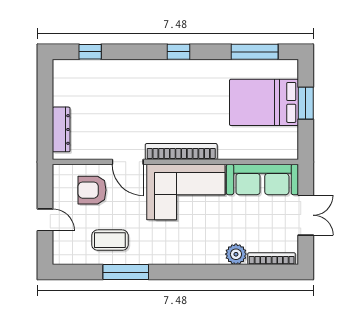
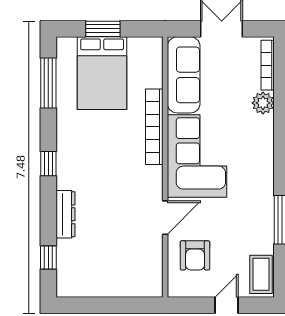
dresser: (61, 129) -> (66, 214), moved, turned 90
bookcase: (181, 152) -> (154, 127), moved
coffee table: (110, 240) -> (261, 274), moved

